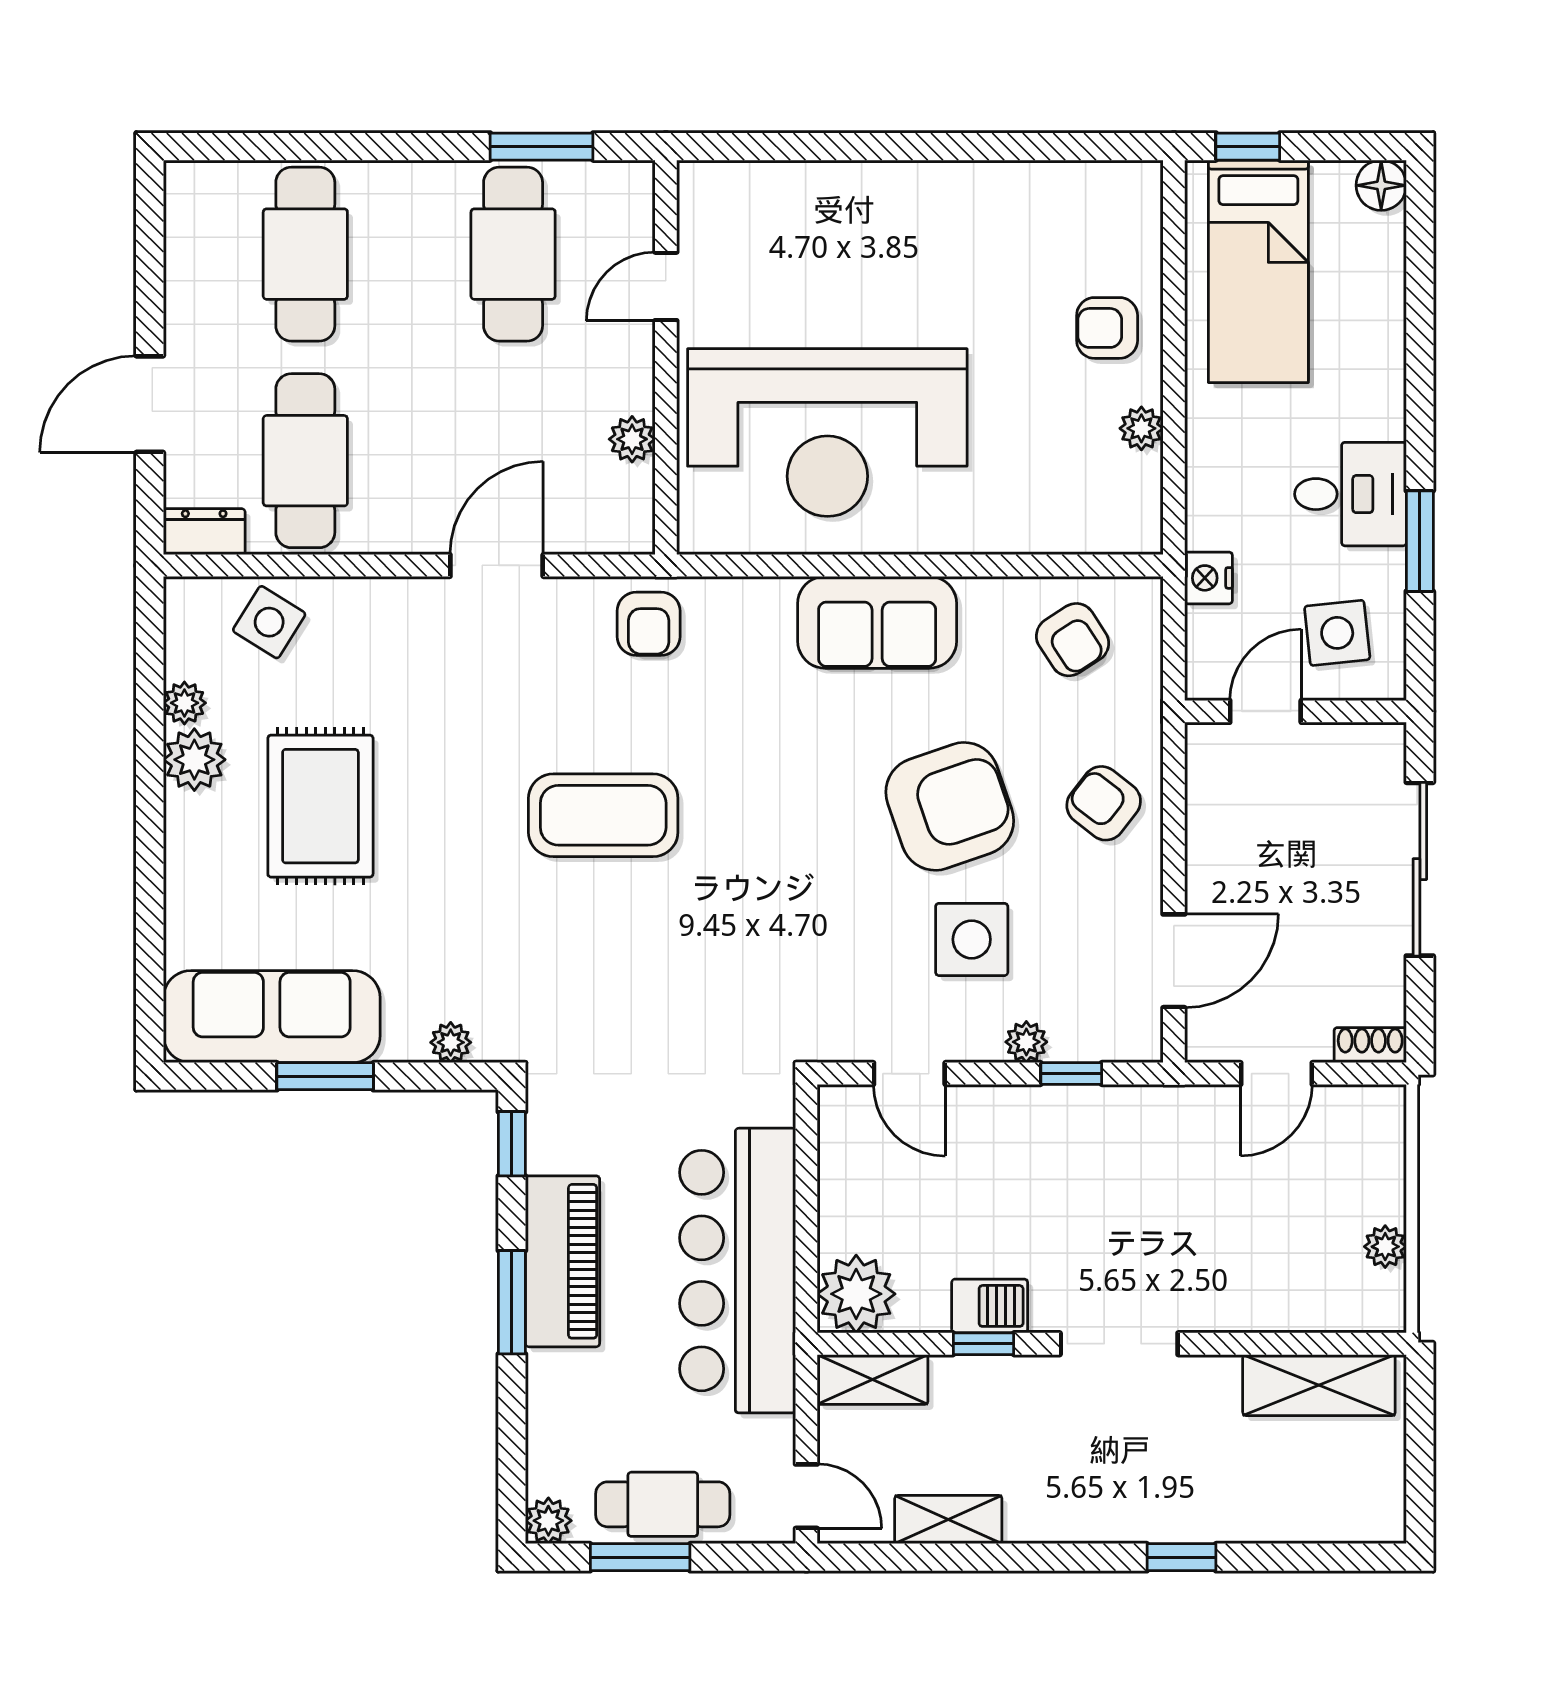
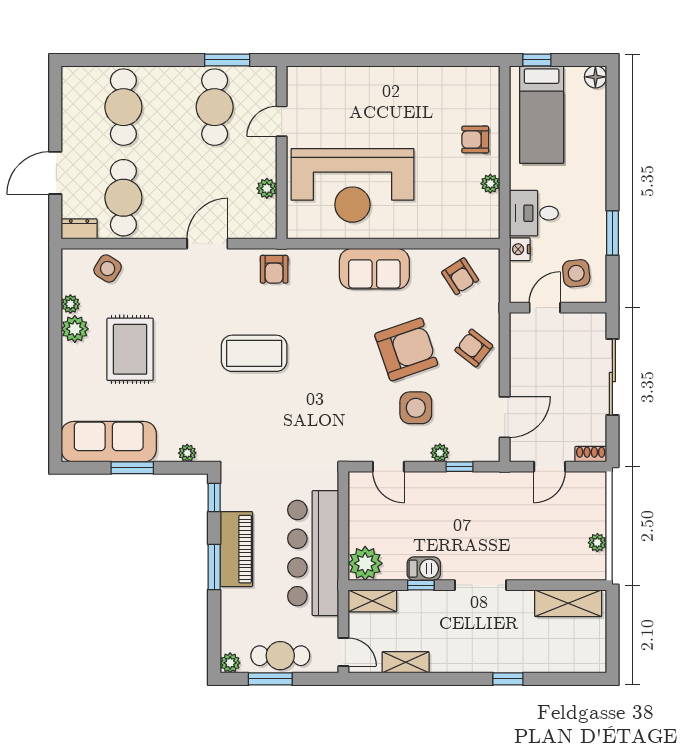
desk: (1351, 494) -> (534, 213), moved, turned 180

